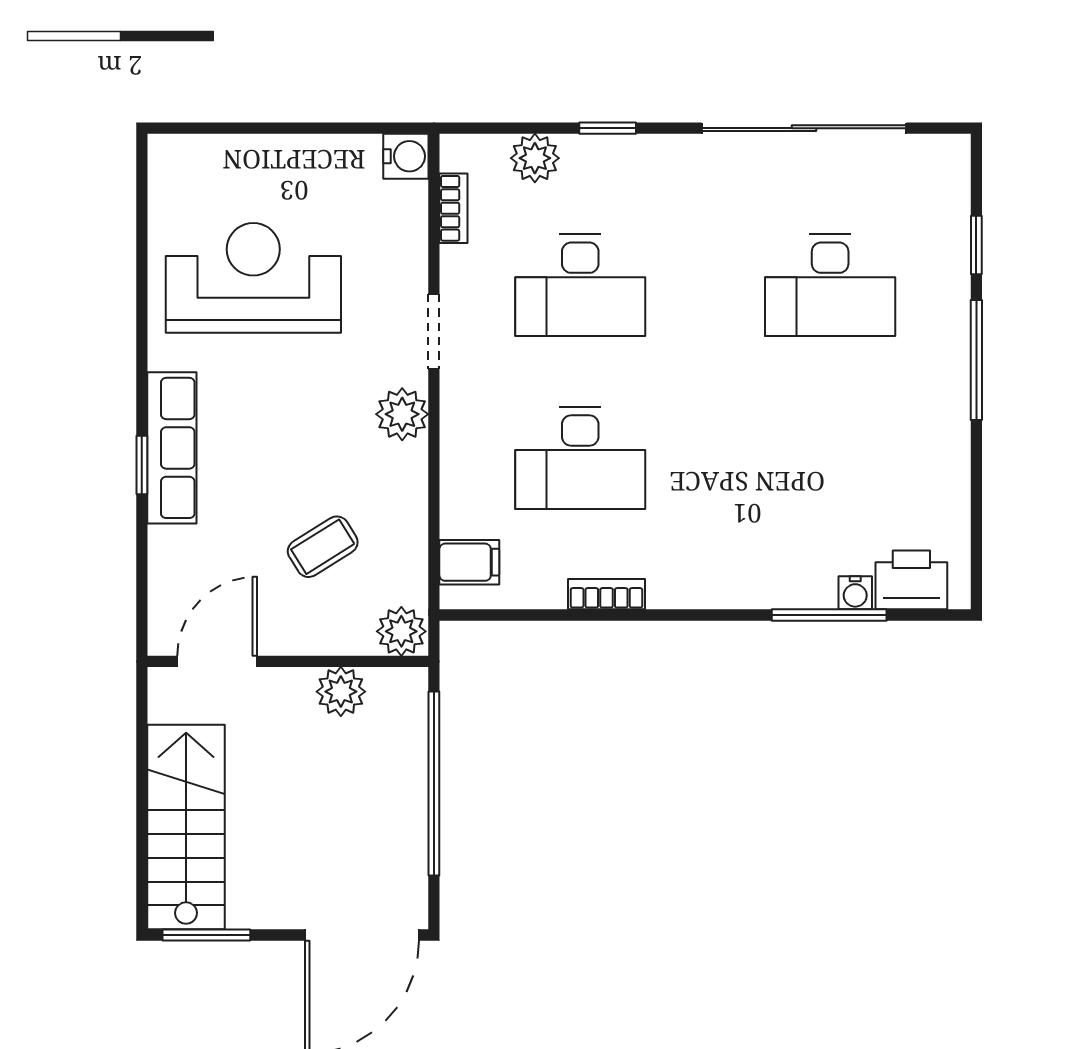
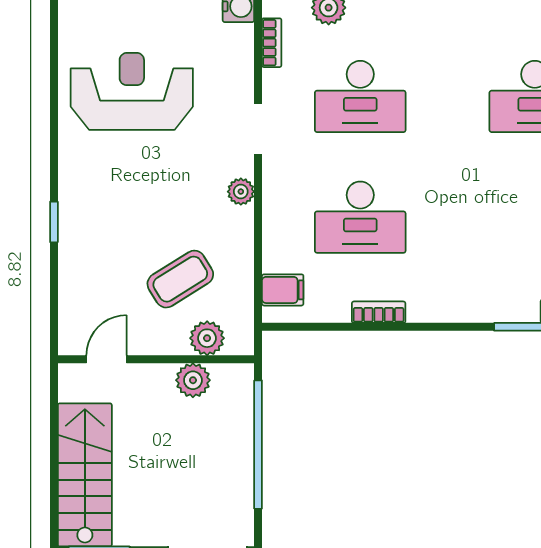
plant: (402, 414) -> (241, 192), width x0.73, depth x0.73
row of seats: (172, 448) -> (75, 210), removed
coffee table: (323, 547) -> (180, 279), width x1.36, depth x1.30
plant: (401, 631) -> (207, 338), moved
door: (217, 661) -> (107, 359), width x0.73

